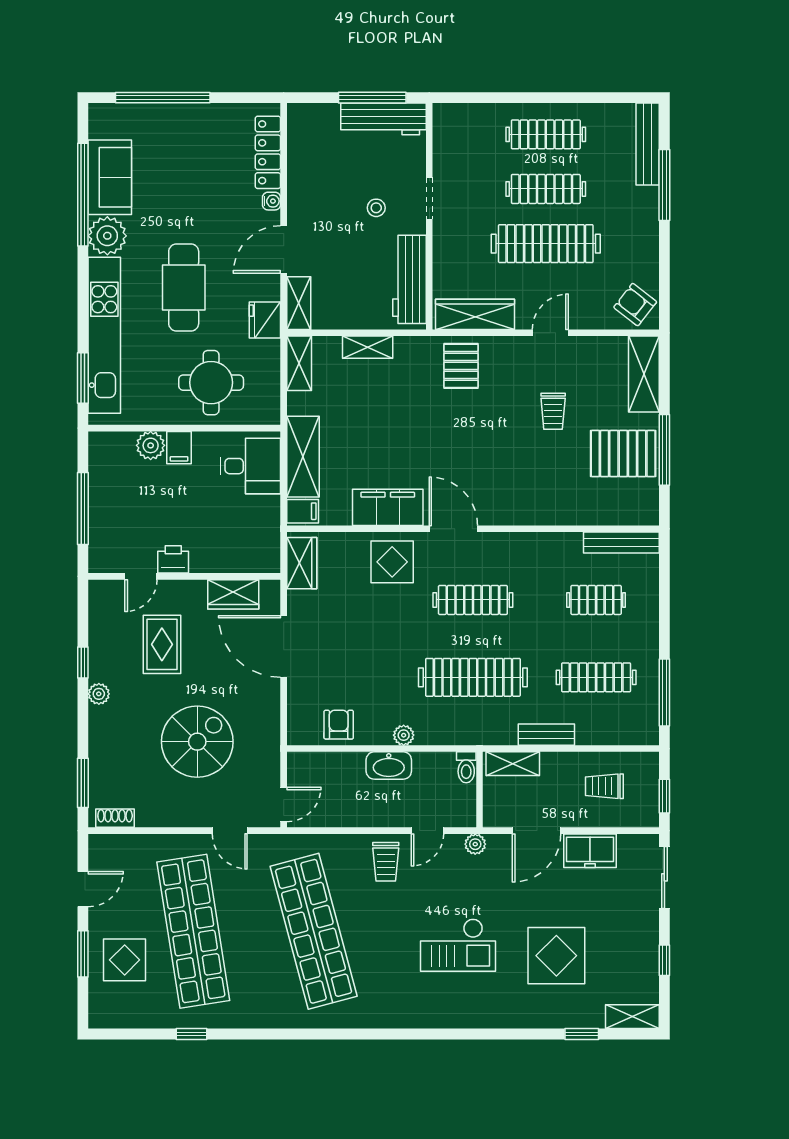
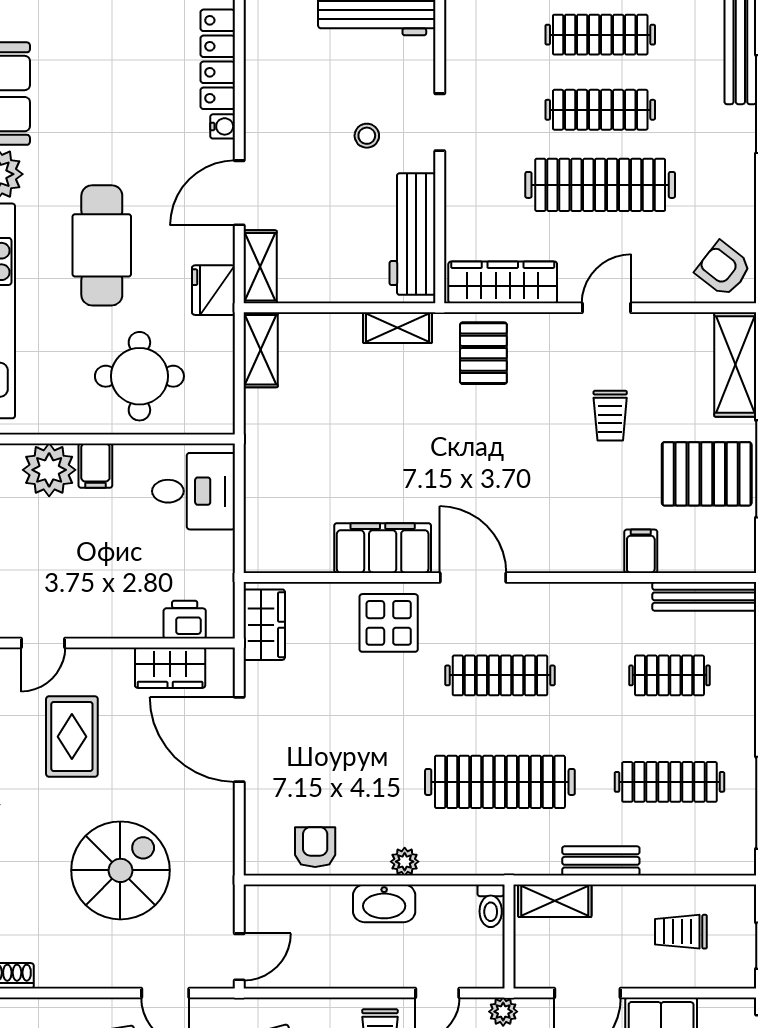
shelving: (368, 347) -> (398, 328), moved
plant: (151, 445) -> (49, 470), width x1.36, depth x1.36
shelving: (303, 457) -> (266, 478), removed
filing cabinet: (303, 511) -> (641, 551), moved, turned -90
printer: (173, 559) -> (185, 620), moved

